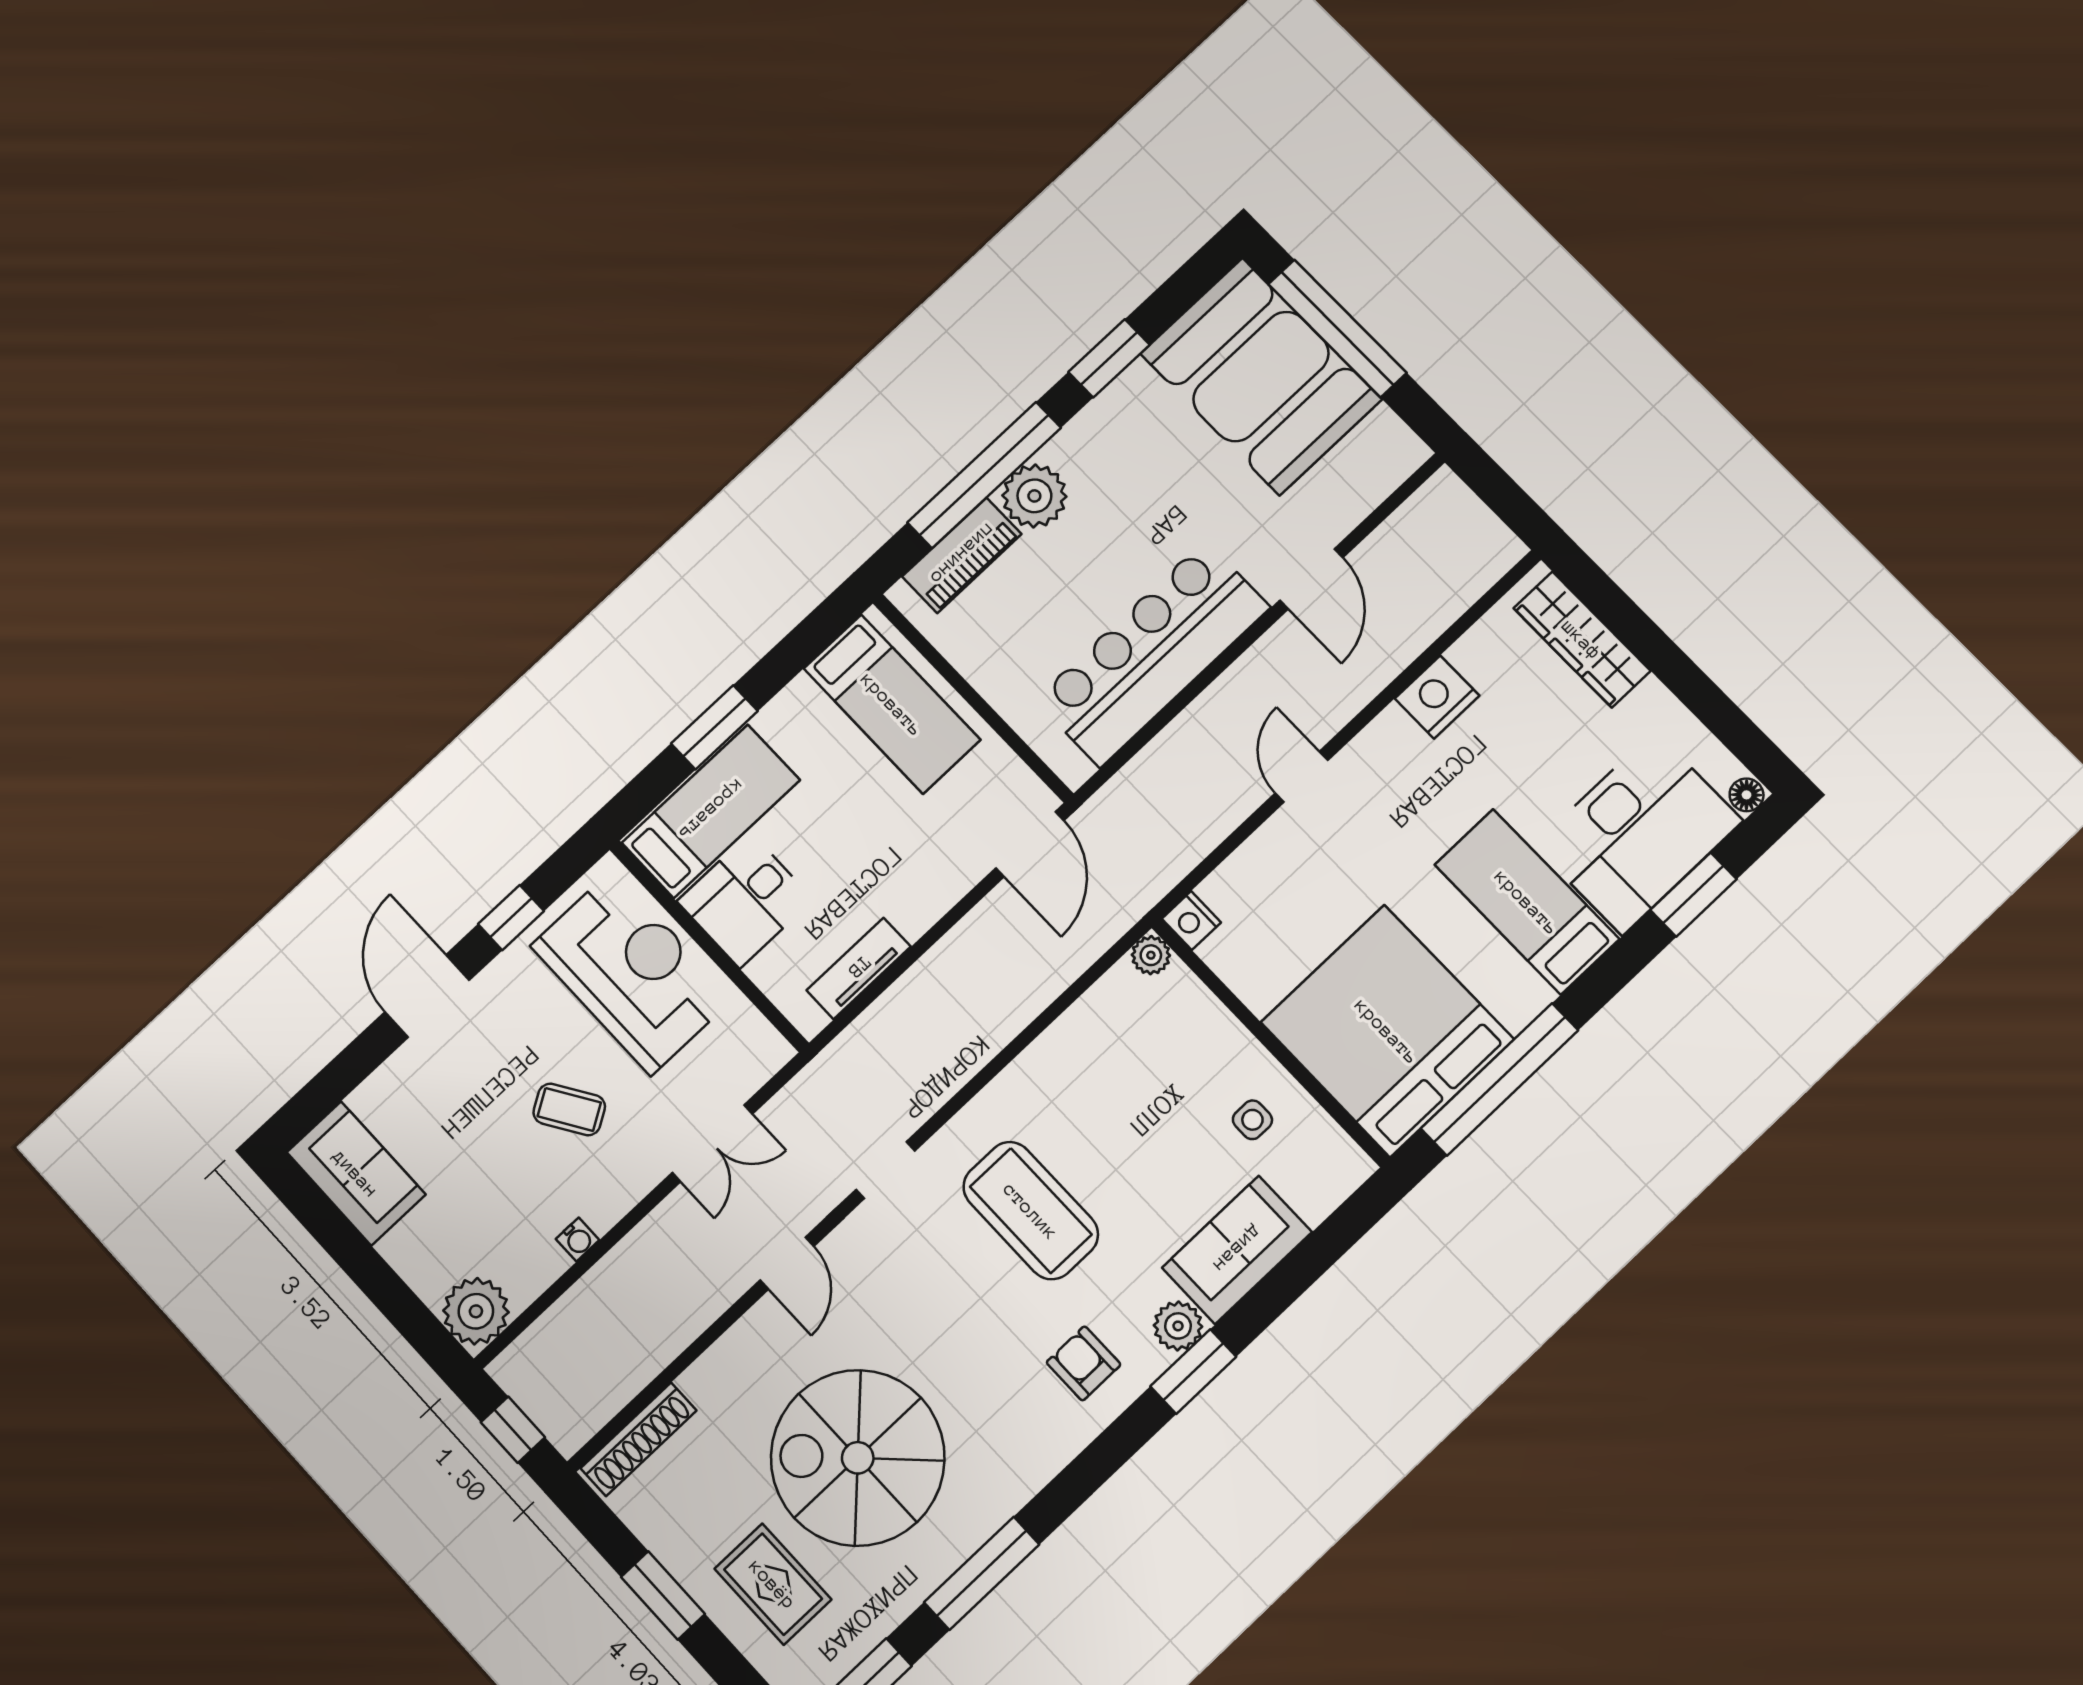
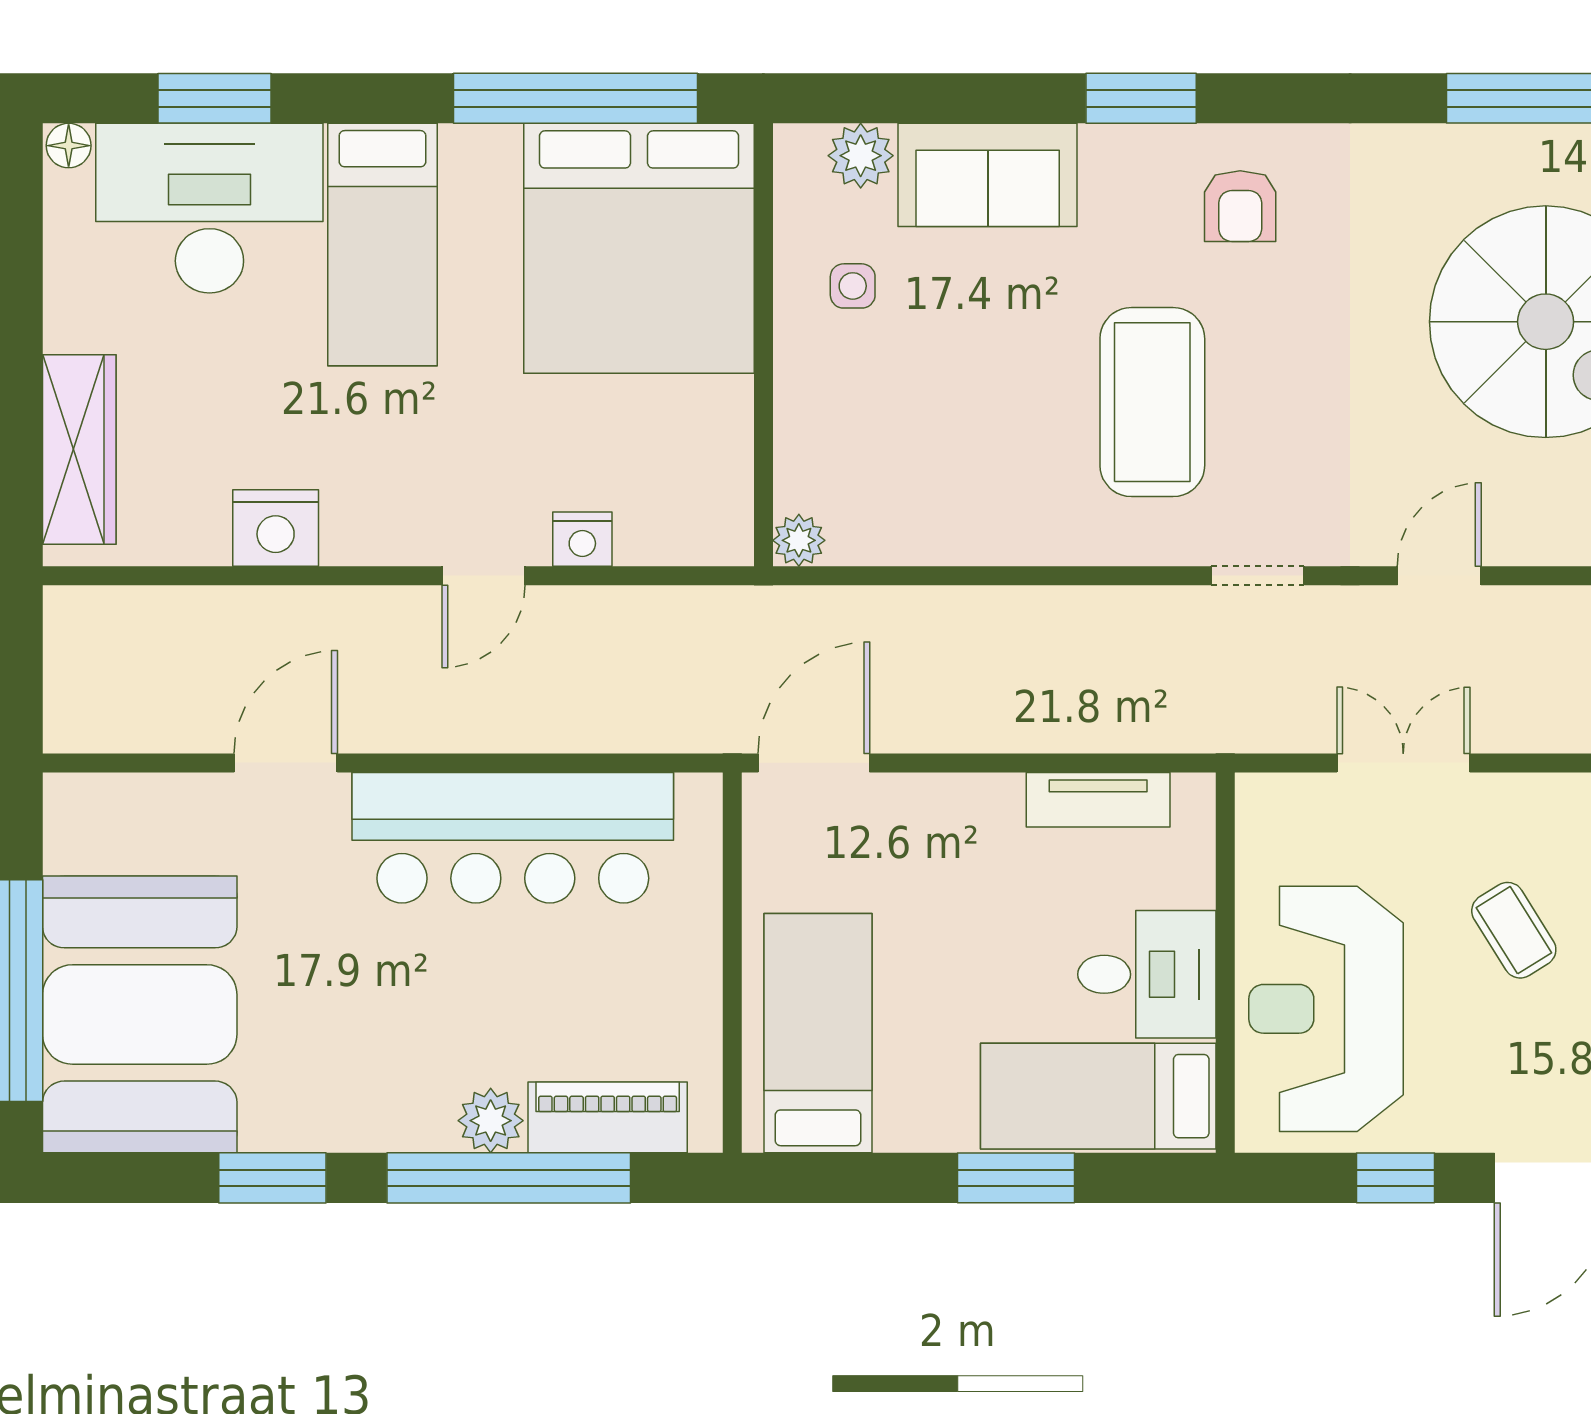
plant: (1034, 496) -> (491, 1121), width x0.73, depth x0.73
nightstand: (1191, 921) -> (582, 539), moved, turned 90
plant: (1178, 1326) -> (861, 156), moved

